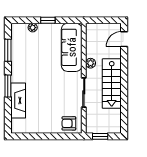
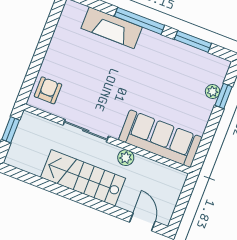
window: (48, 20) -> (224, 96), moved
window: (8, 86) -> (139, 21), width x1.44

